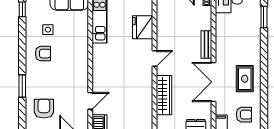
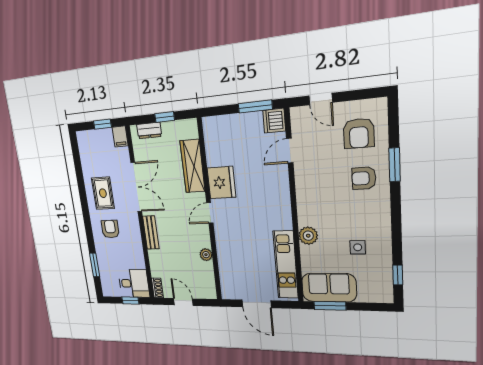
plant: (161, 25) -> (206, 255), added
fridge: (143, 27) -> (221, 183), moved
plant: (82, 39) -> (308, 236), added
armchair: (43, 54) -> (364, 178), moved
armchair: (244, 115) -> (110, 229), moved, turned 90

